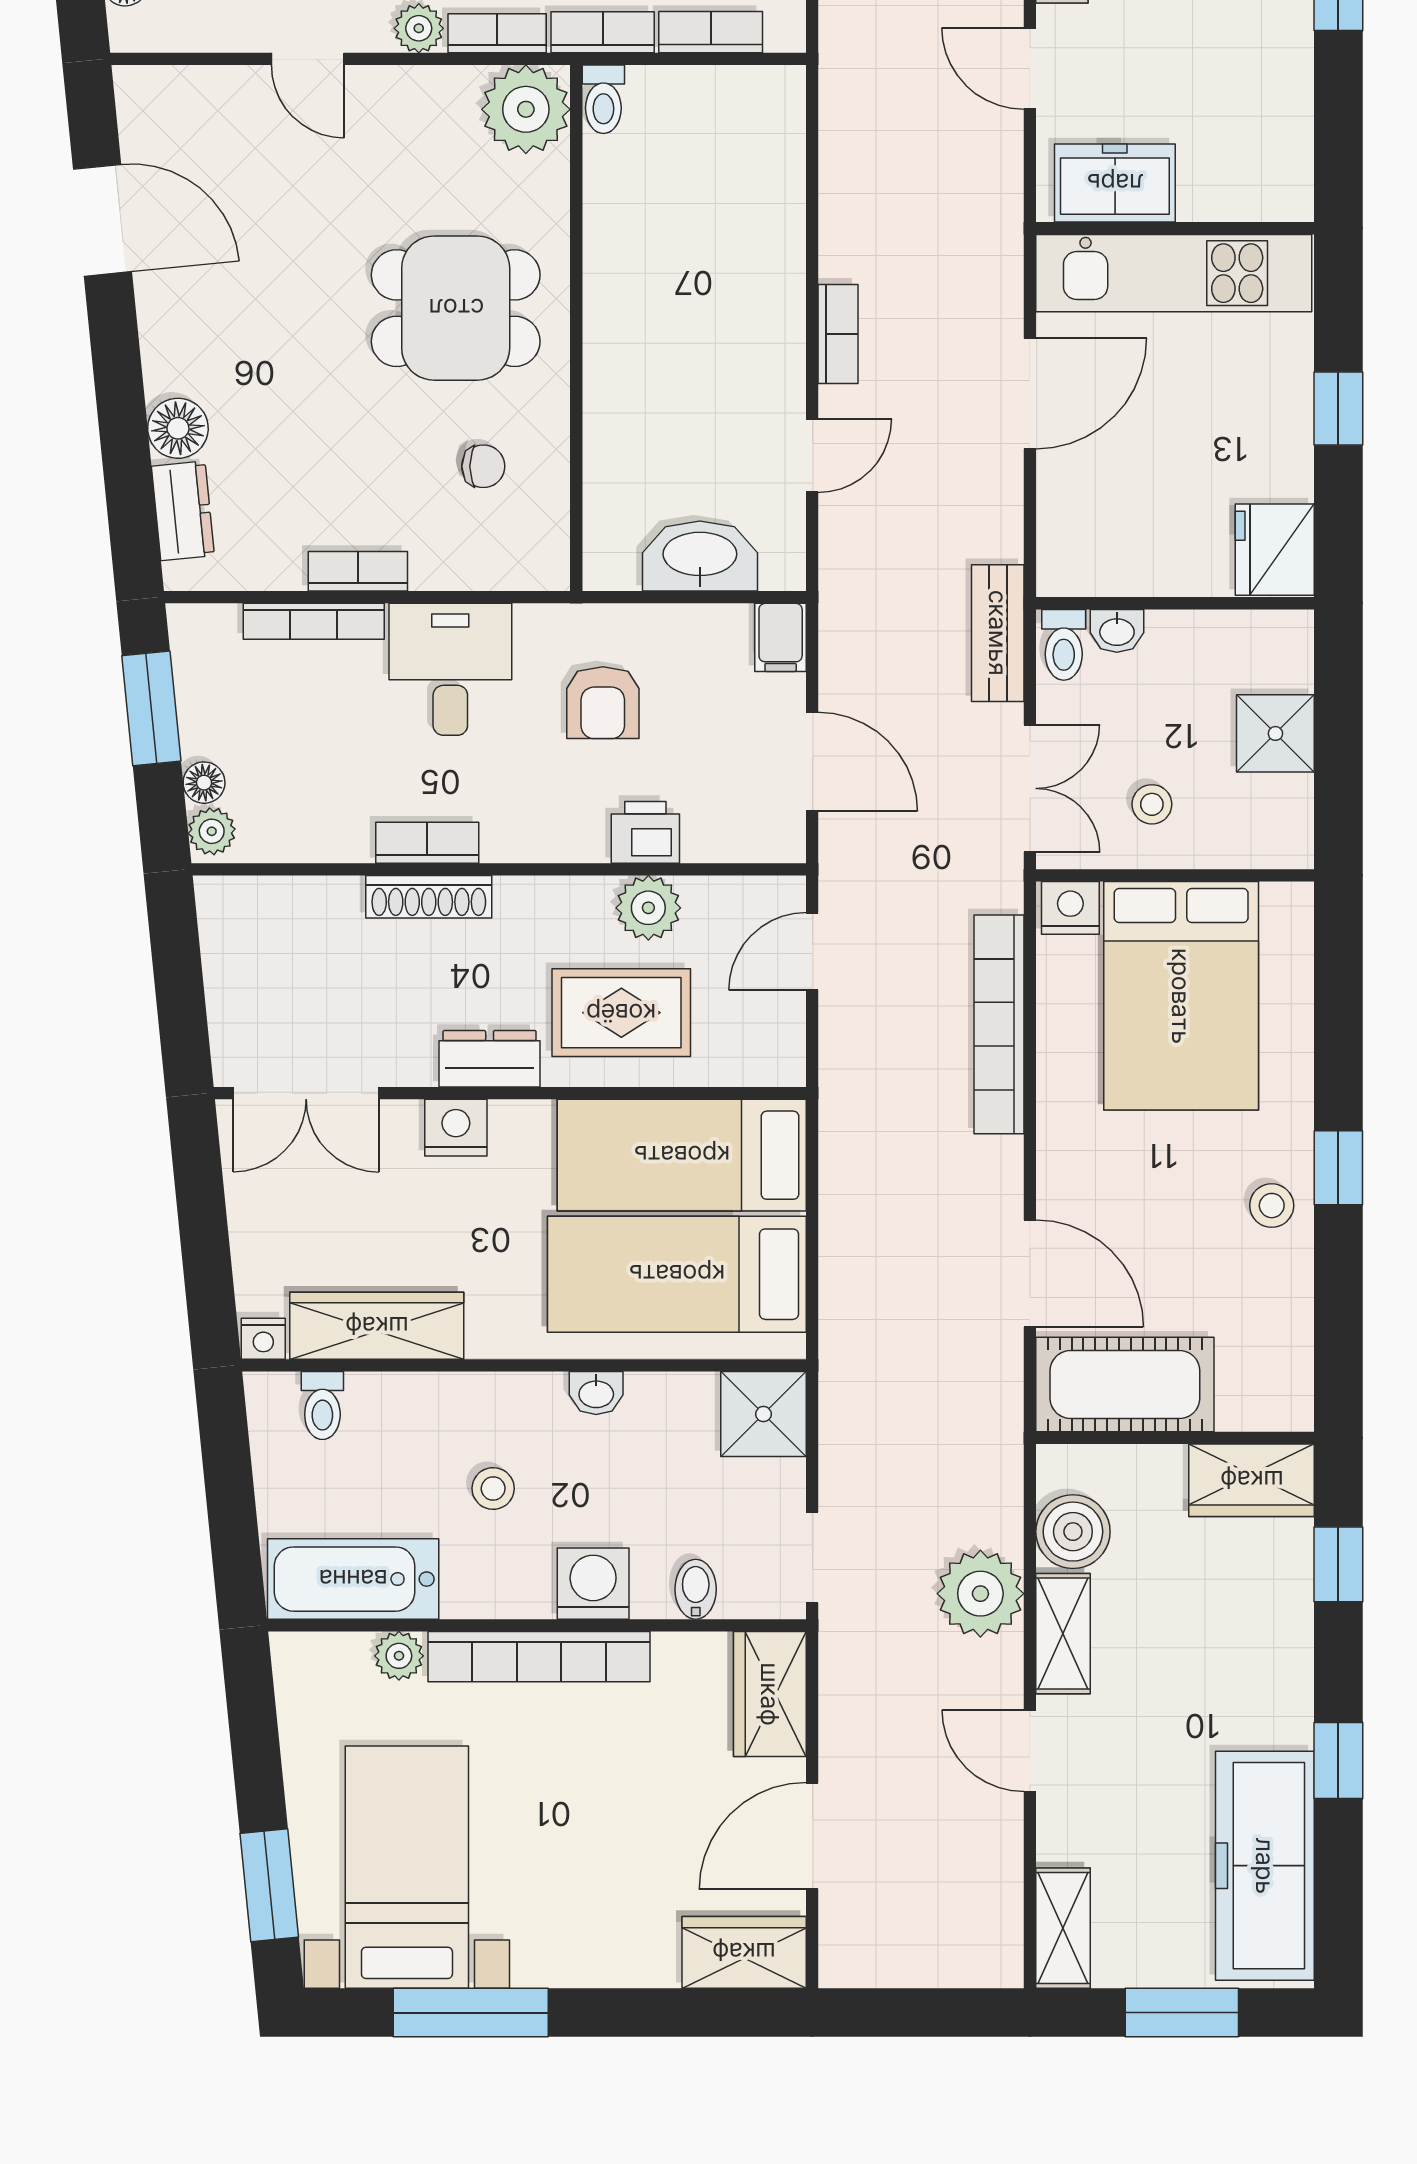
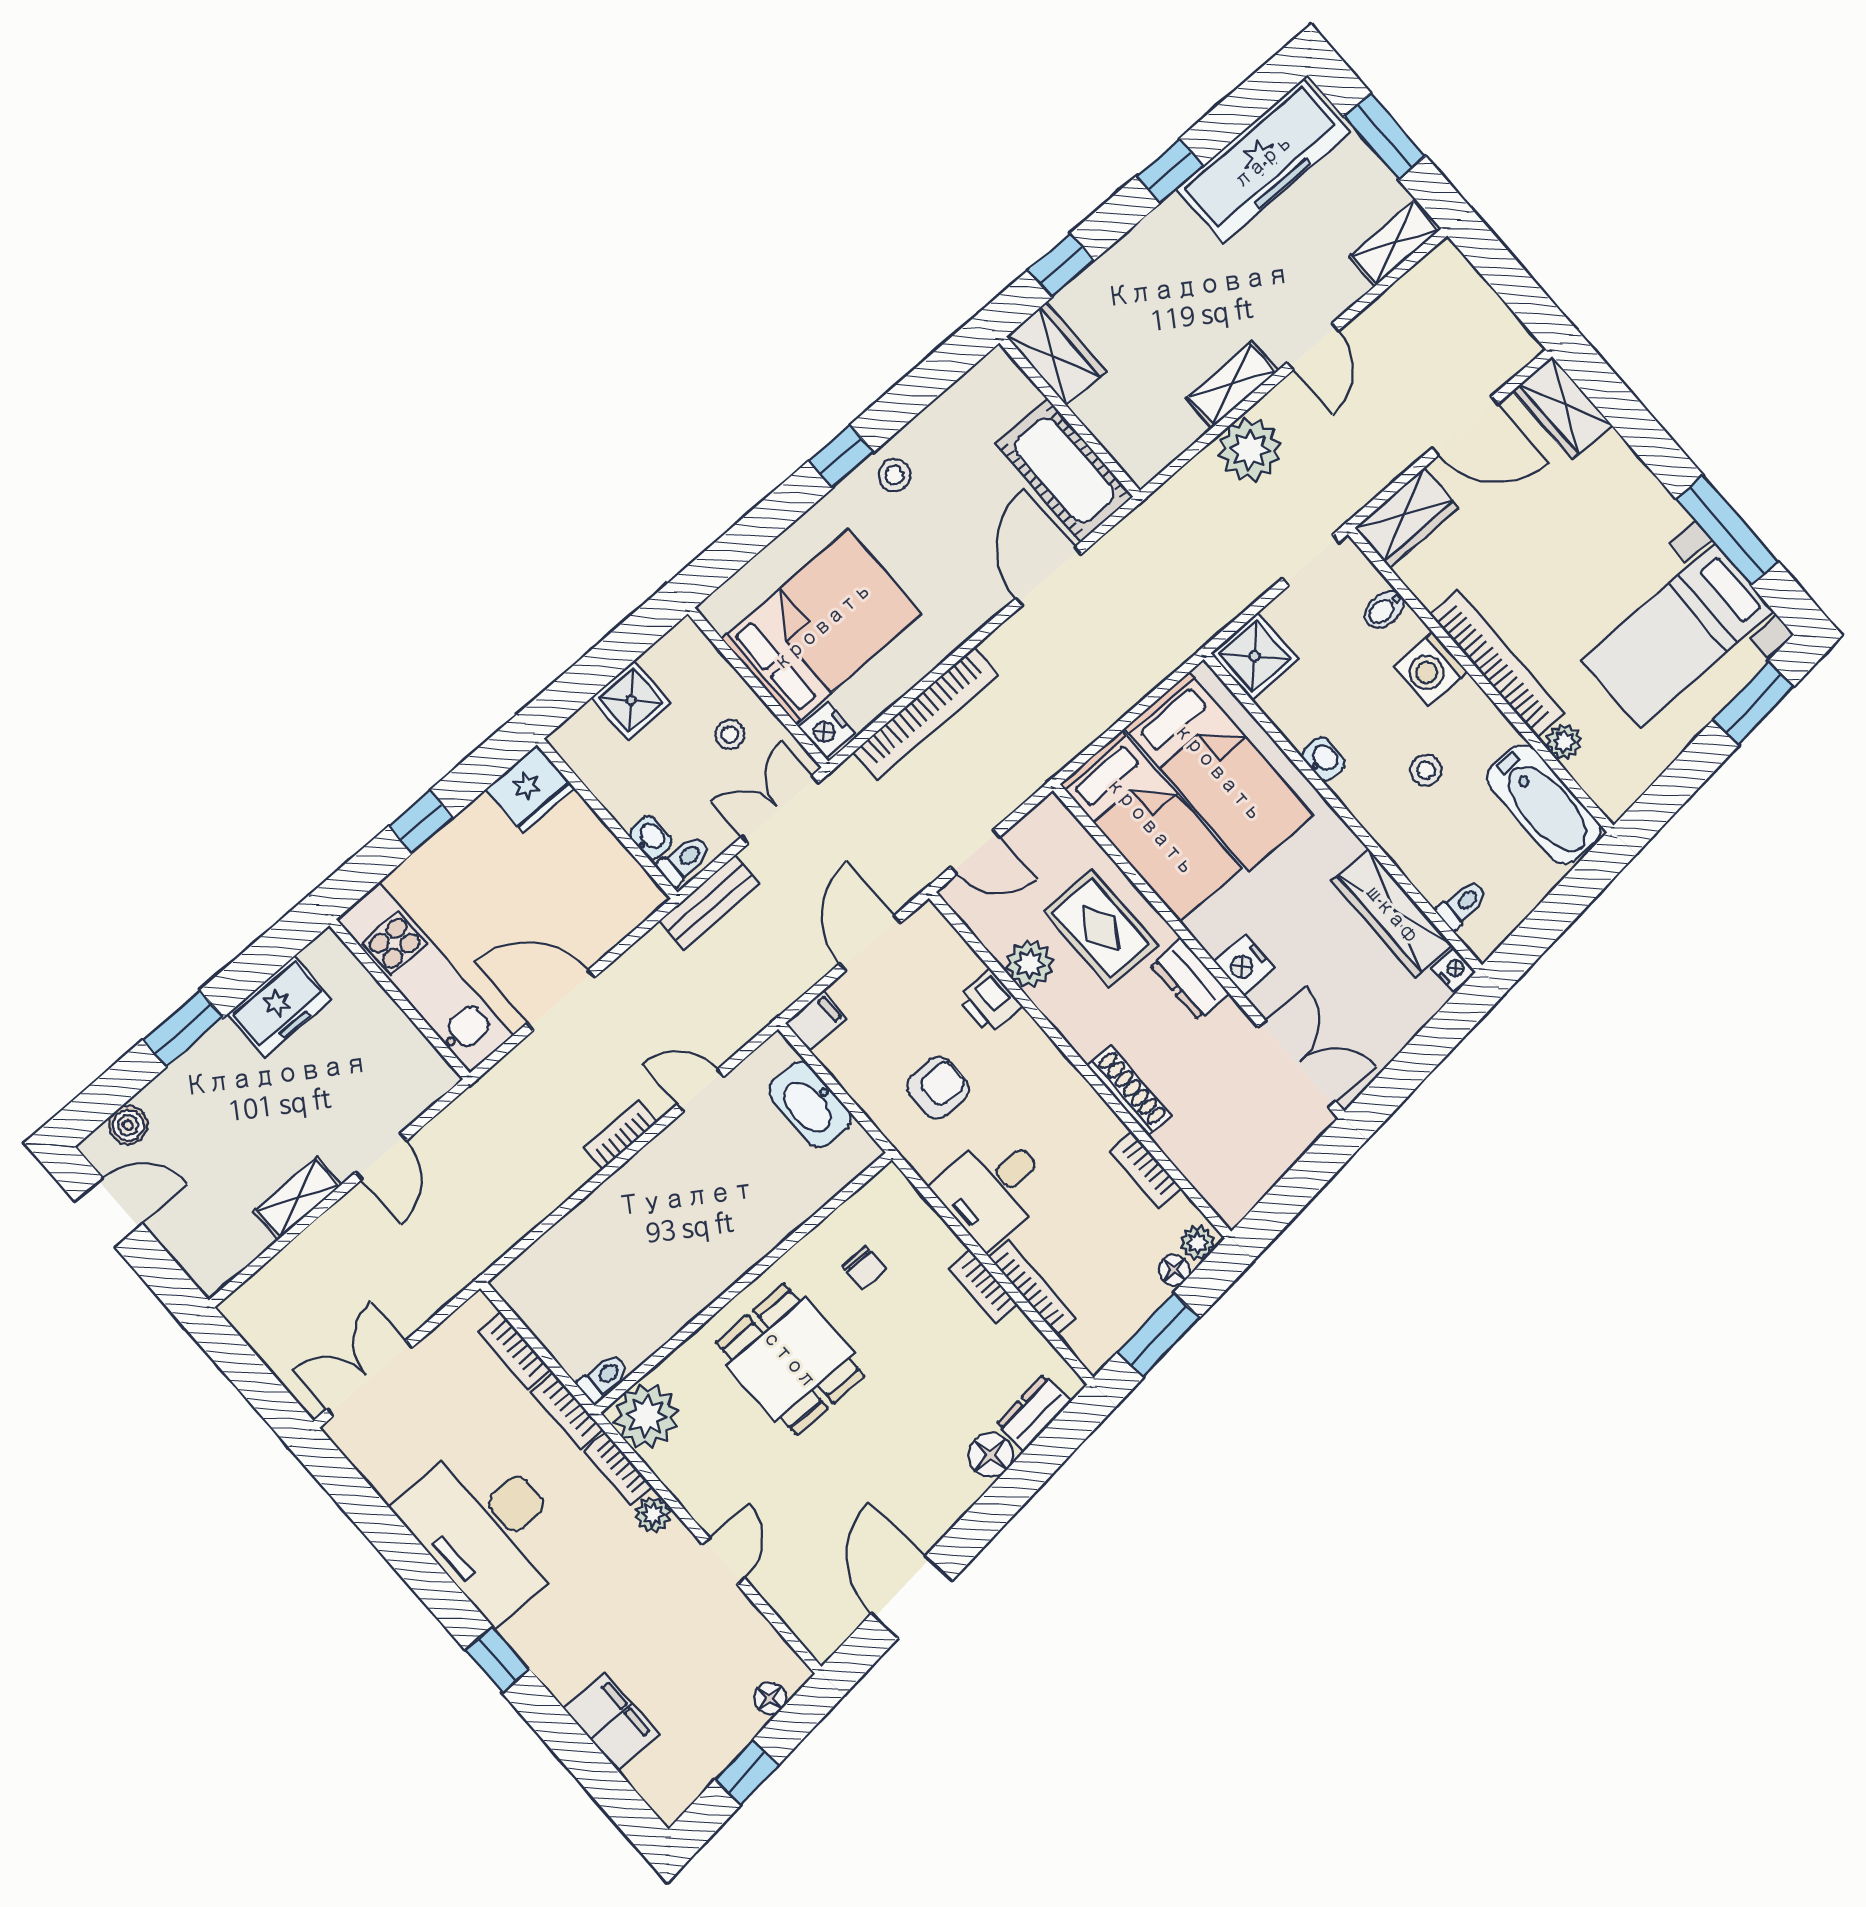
freezer: (1115, 183) -> (280, 1006), moved, turned -90
chair: (483, 466) -> (865, 1268), turned 180
bookcase: (427, 843) -> (1146, 1170), moved
boiler: (1073, 1532) -> (1171, 428), removed

